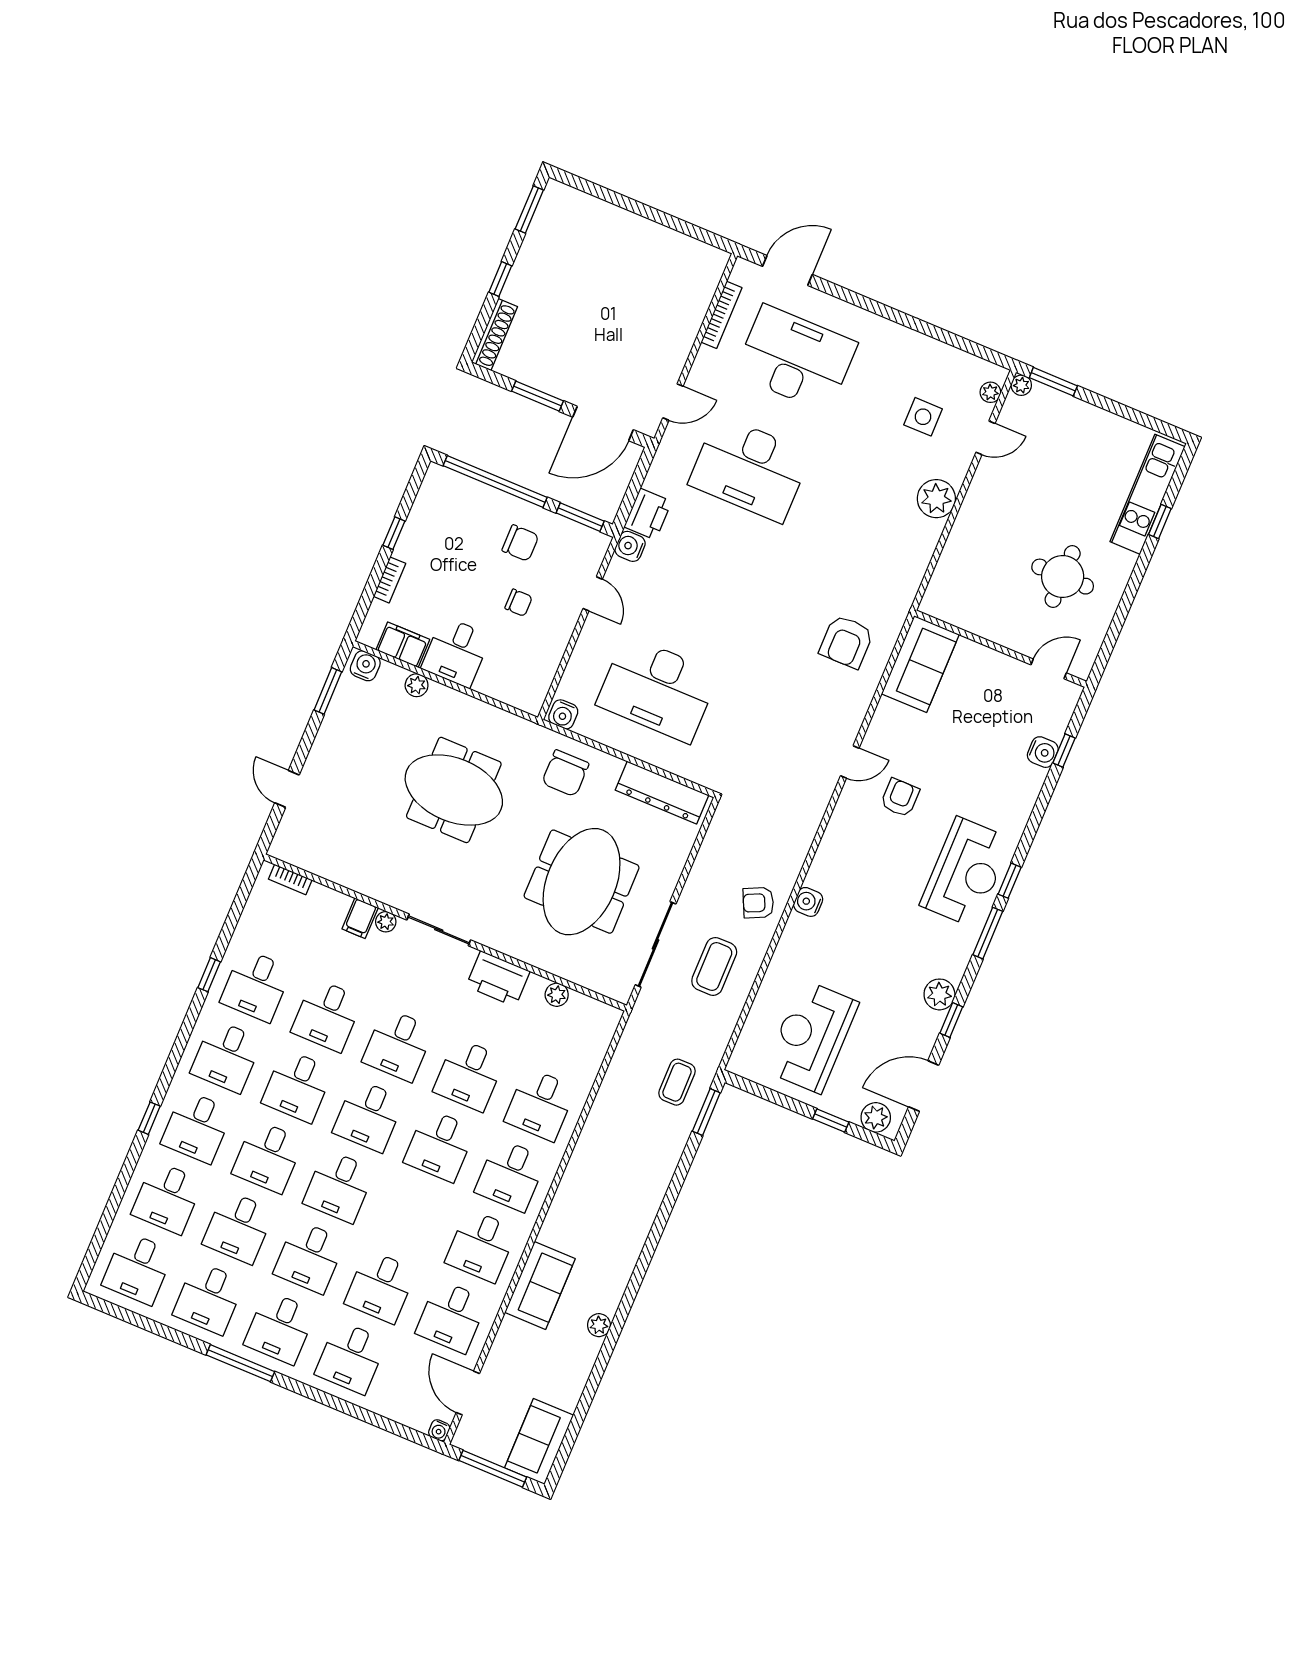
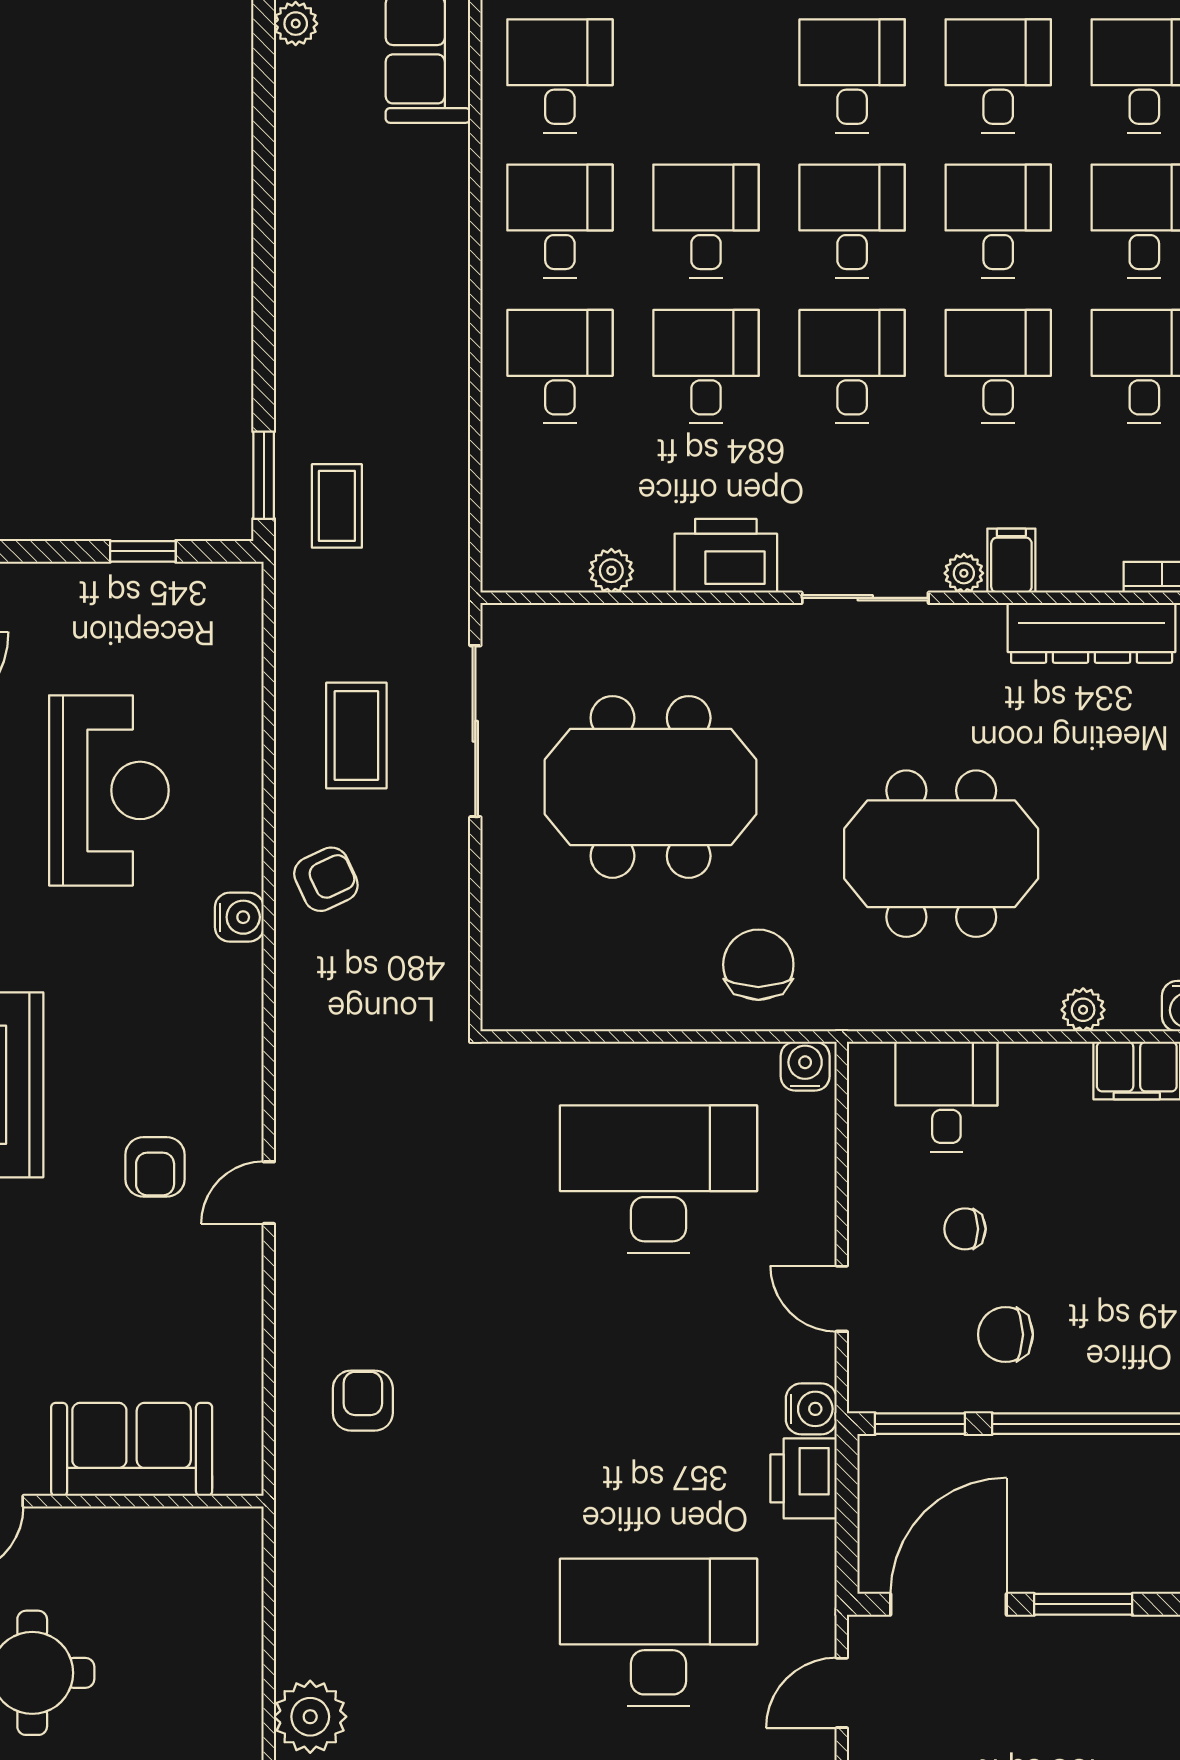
armchair: (846, 642) -> (363, 1401), width x0.72, depth x0.72
desk: (456, 652) -> (946, 1097), moved
sofa: (920, 664) -> (132, 1449), moved, turned 90
dresser: (662, 793) -> (1092, 633), moved, turned 180
meeting table: (582, 882) -> (651, 787), turned 90
reception desk: (811, 1037) -> (109, 790), moved
window: (831, 1120) -> (143, 551), moved

